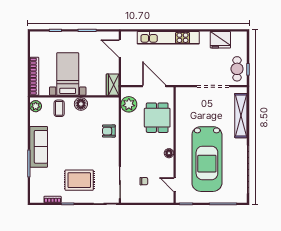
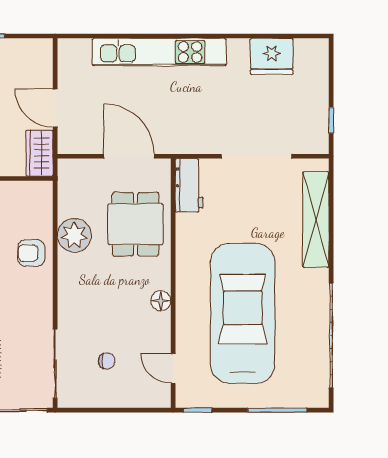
door: (120, 49) -> (55, 108), moved
cafe table: (237, 69) -> (308, 119), removed
workbench: (182, 100) -> (189, 185), added
plant: (129, 104) -> (74, 235), moved
car: (207, 159) -> (243, 313), turned 180

